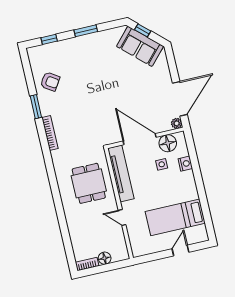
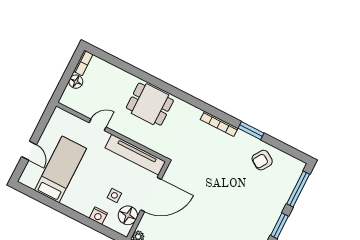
window: (49, 39) -> (298, 189), width x2.17
dining table: (89, 183) -> (150, 104), moved

